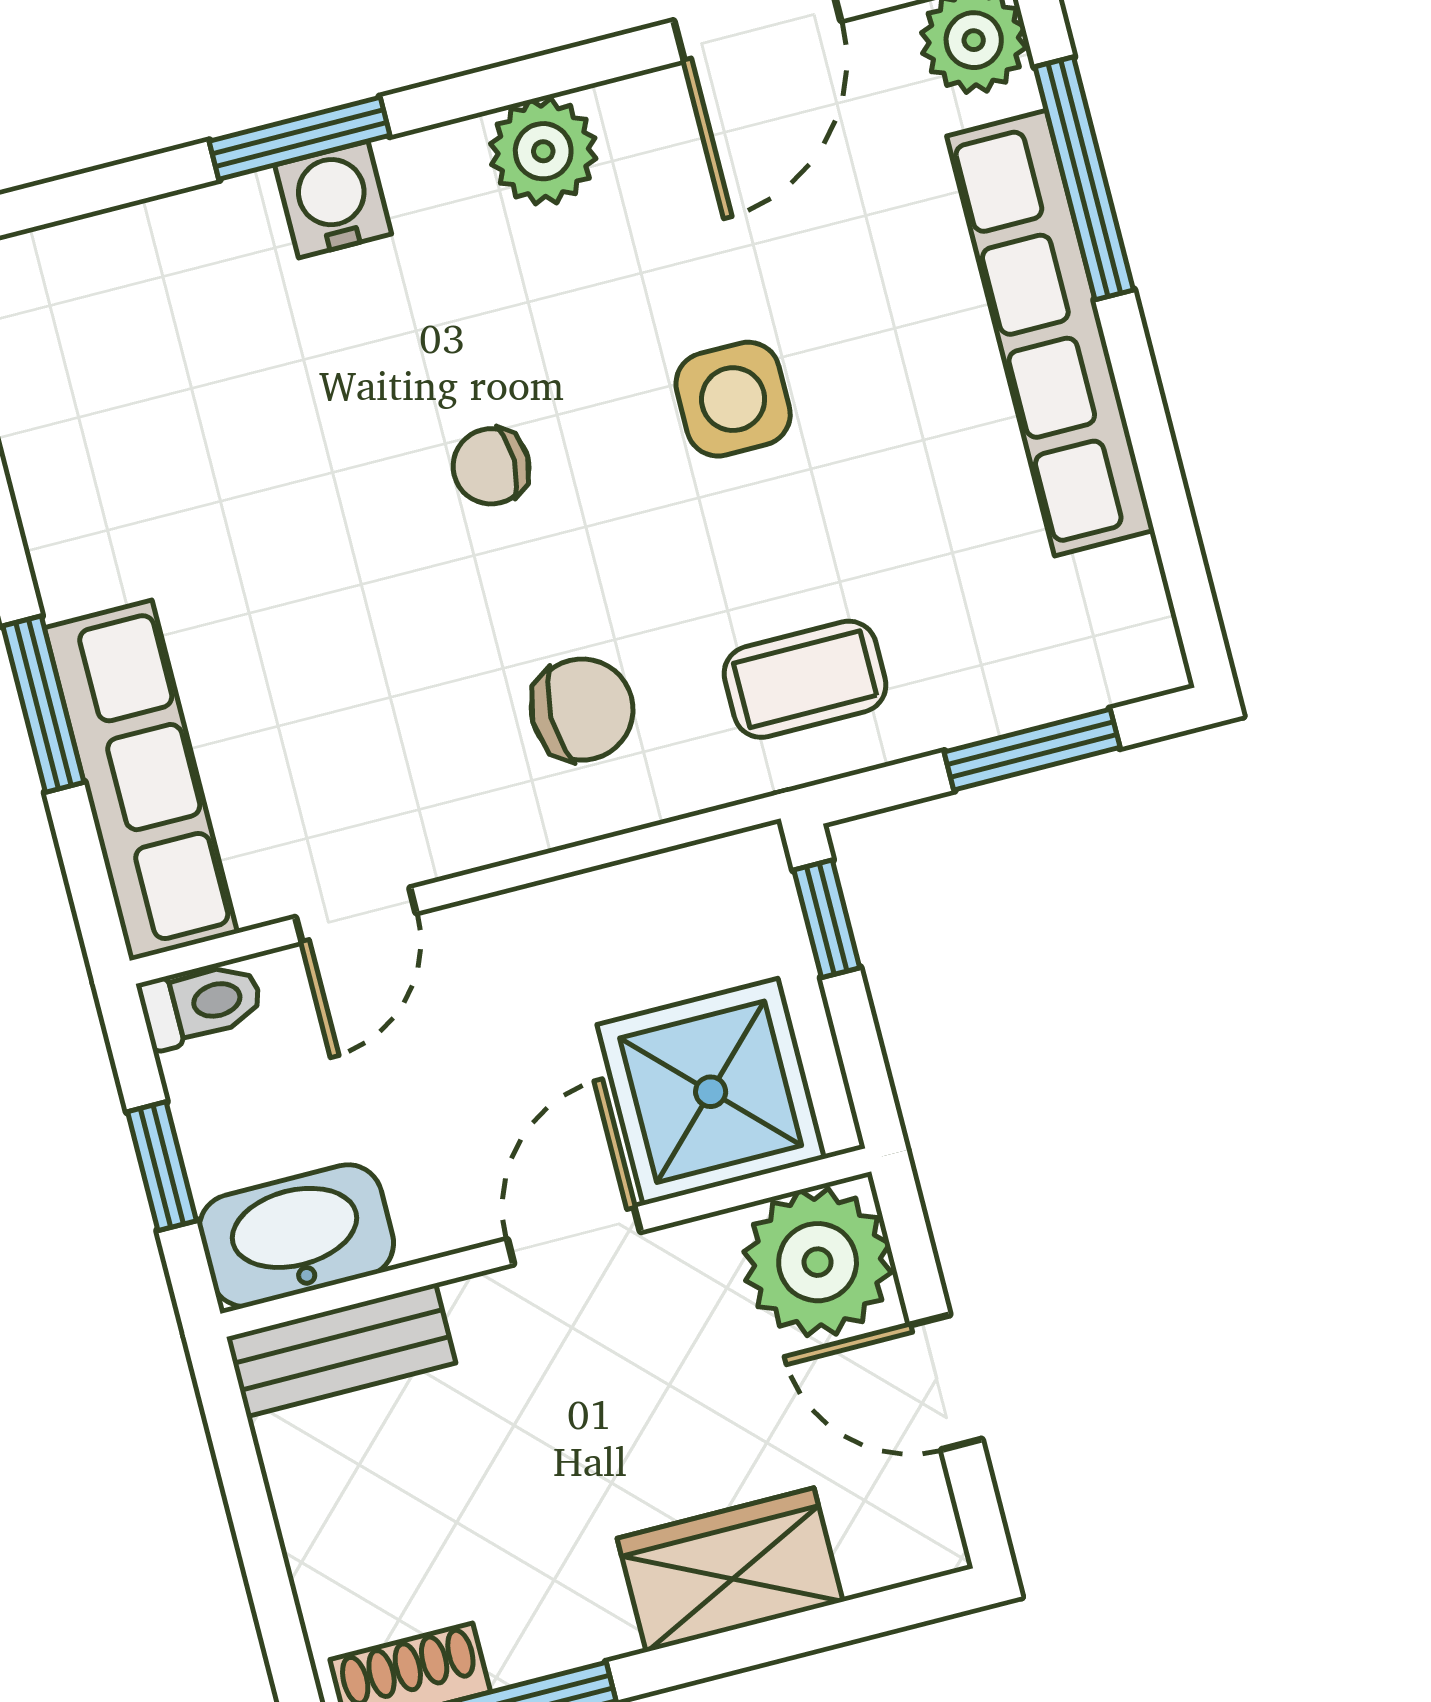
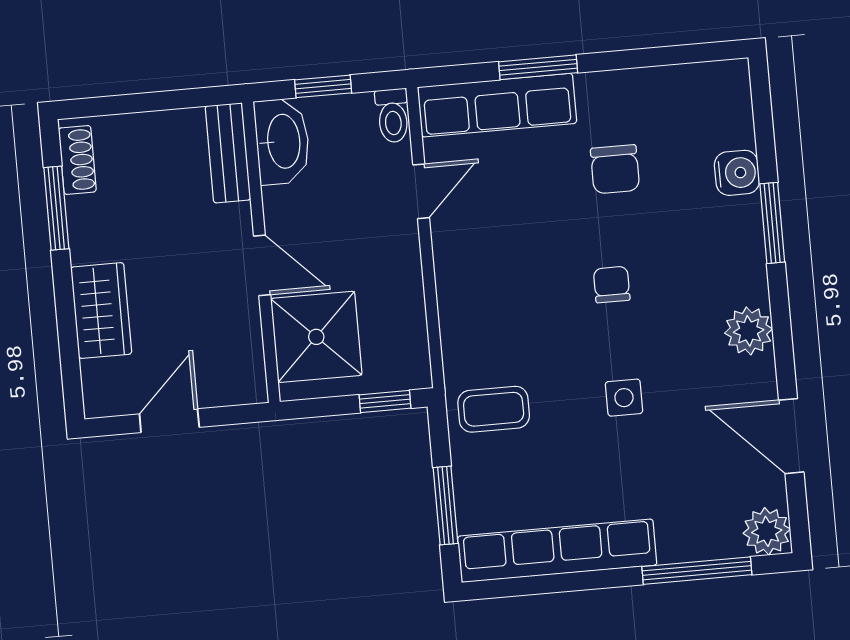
water cooler: (333, 200) -> (737, 173), moved
row of seats: (1051, 333) -> (557, 551), moved
side table: (733, 399) -> (624, 398), width x0.73, depth x0.73
coffee table: (805, 679) -> (494, 409), turned 90
chair: (582, 710) -> (615, 169), moved
door: (356, 915) -> (421, 191), swing flipped
plant: (818, 1262) -> (232, 372), removed

